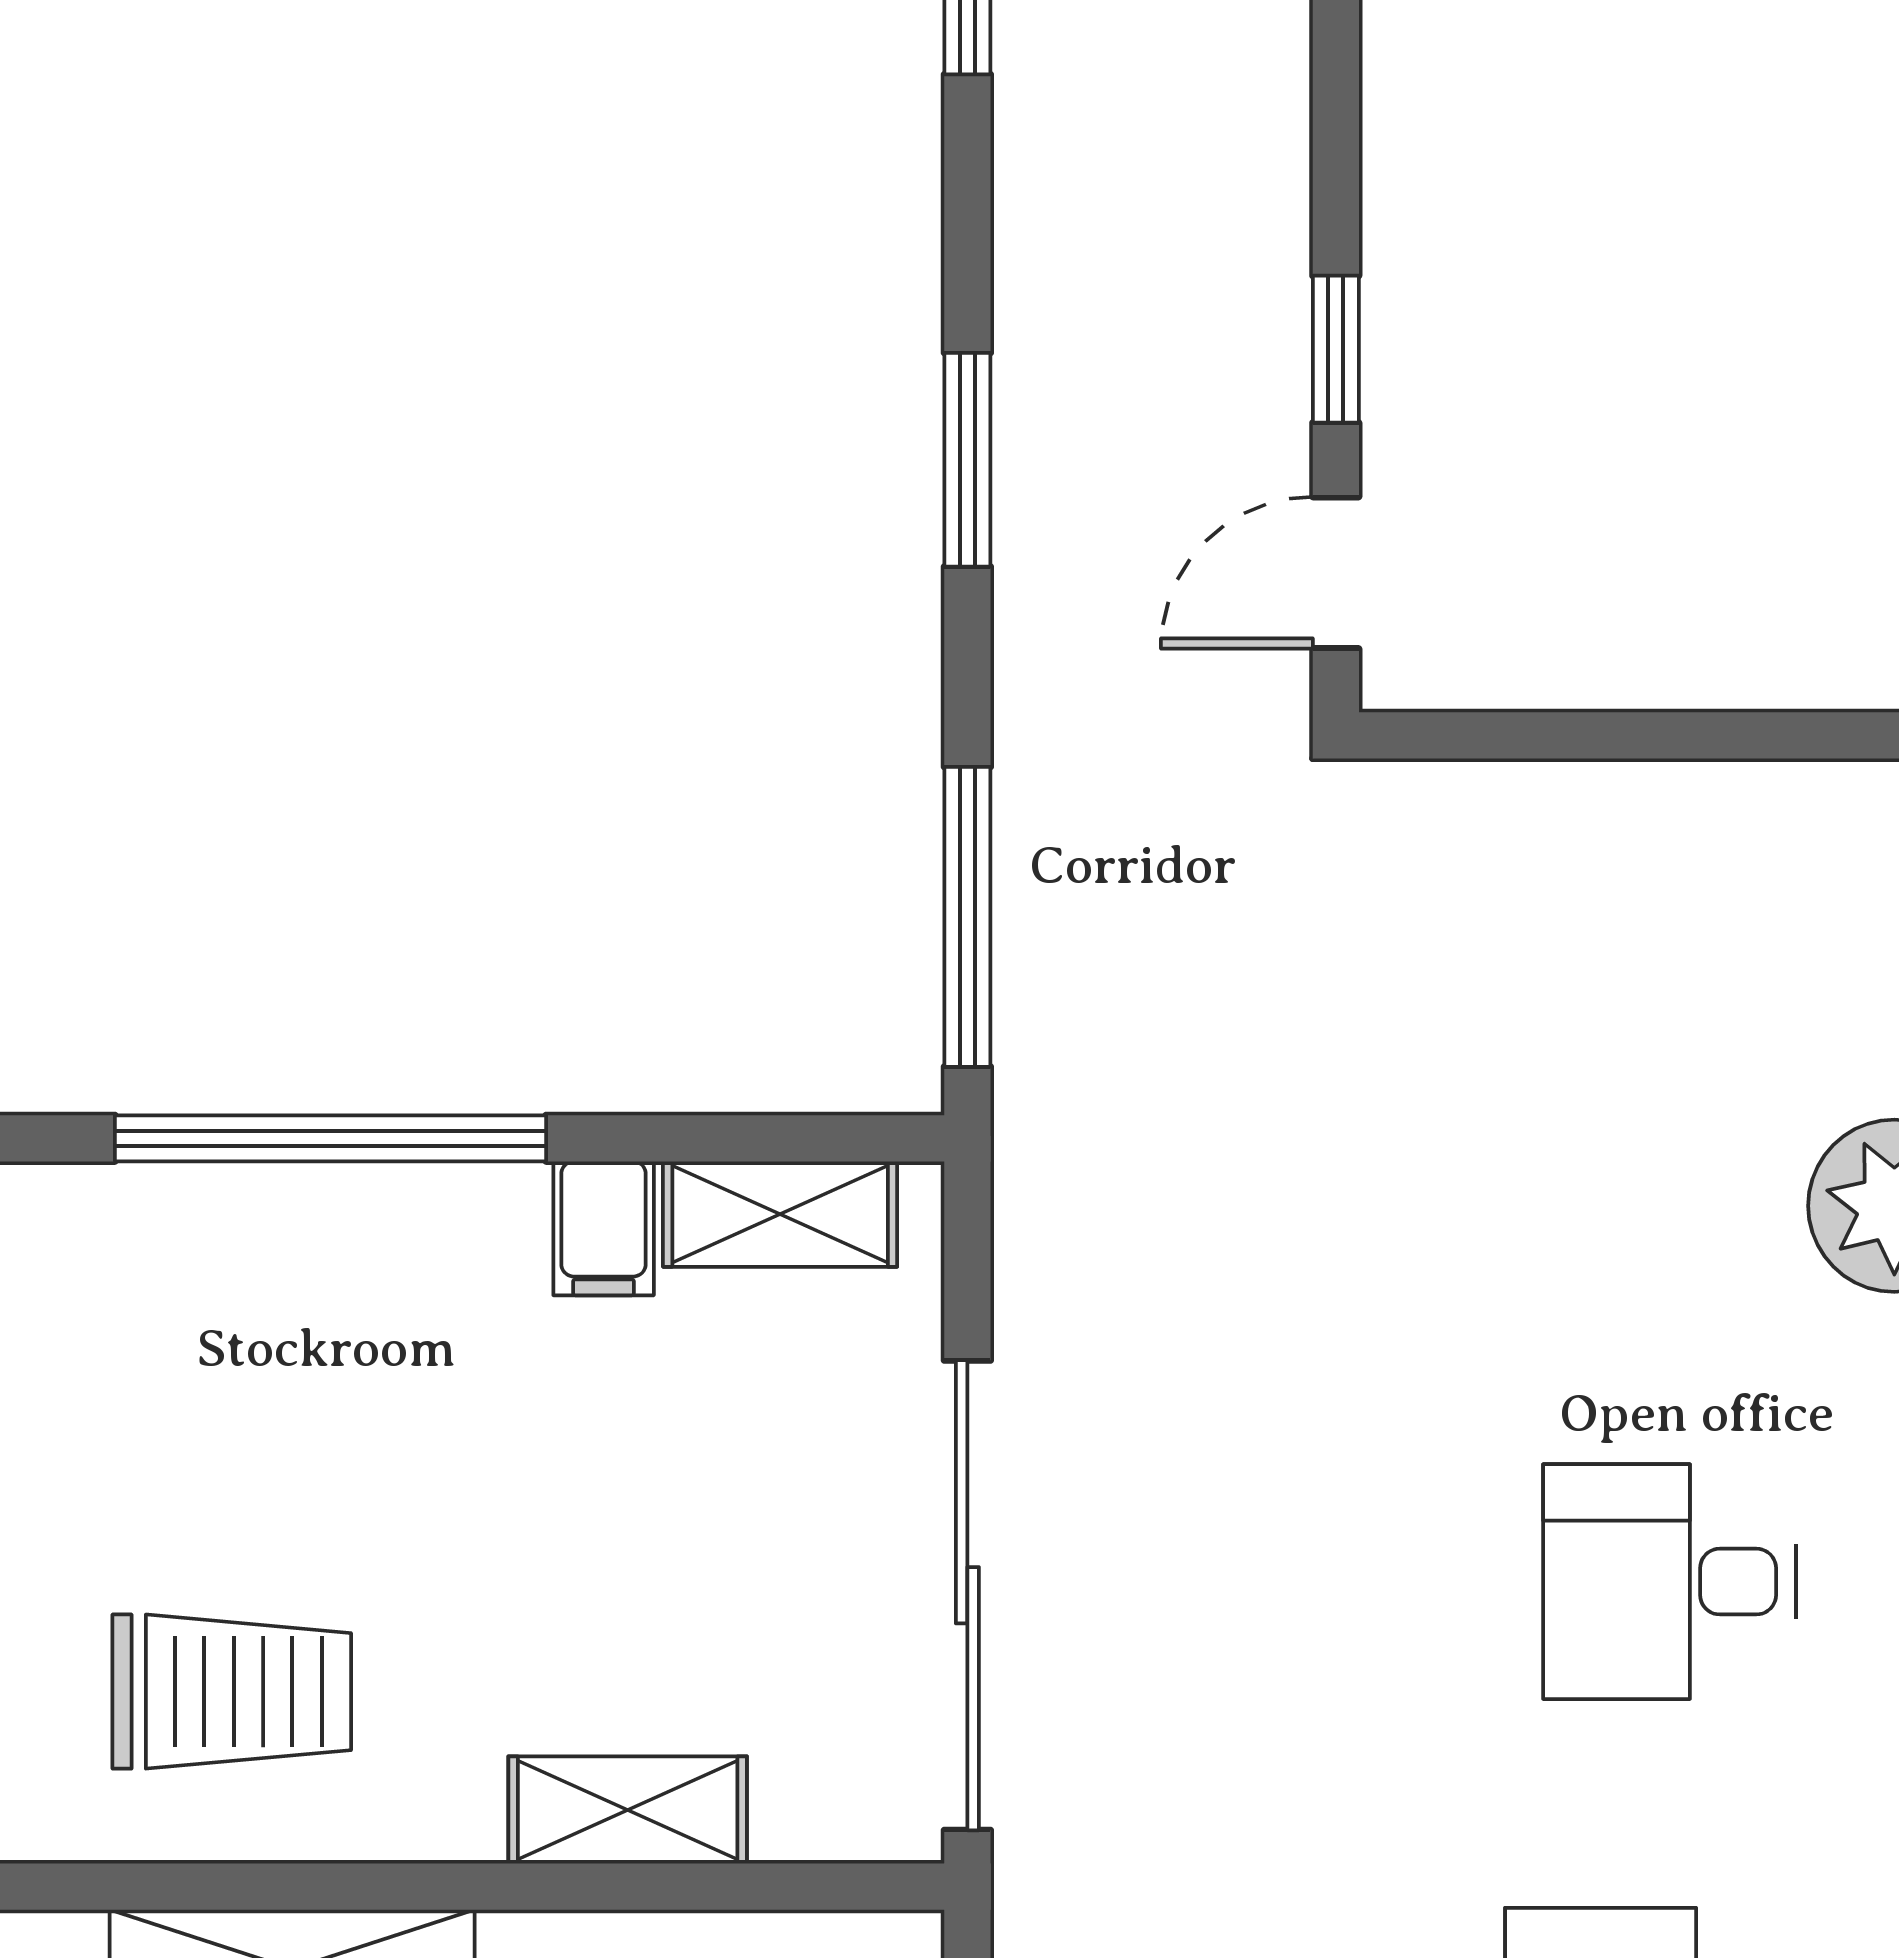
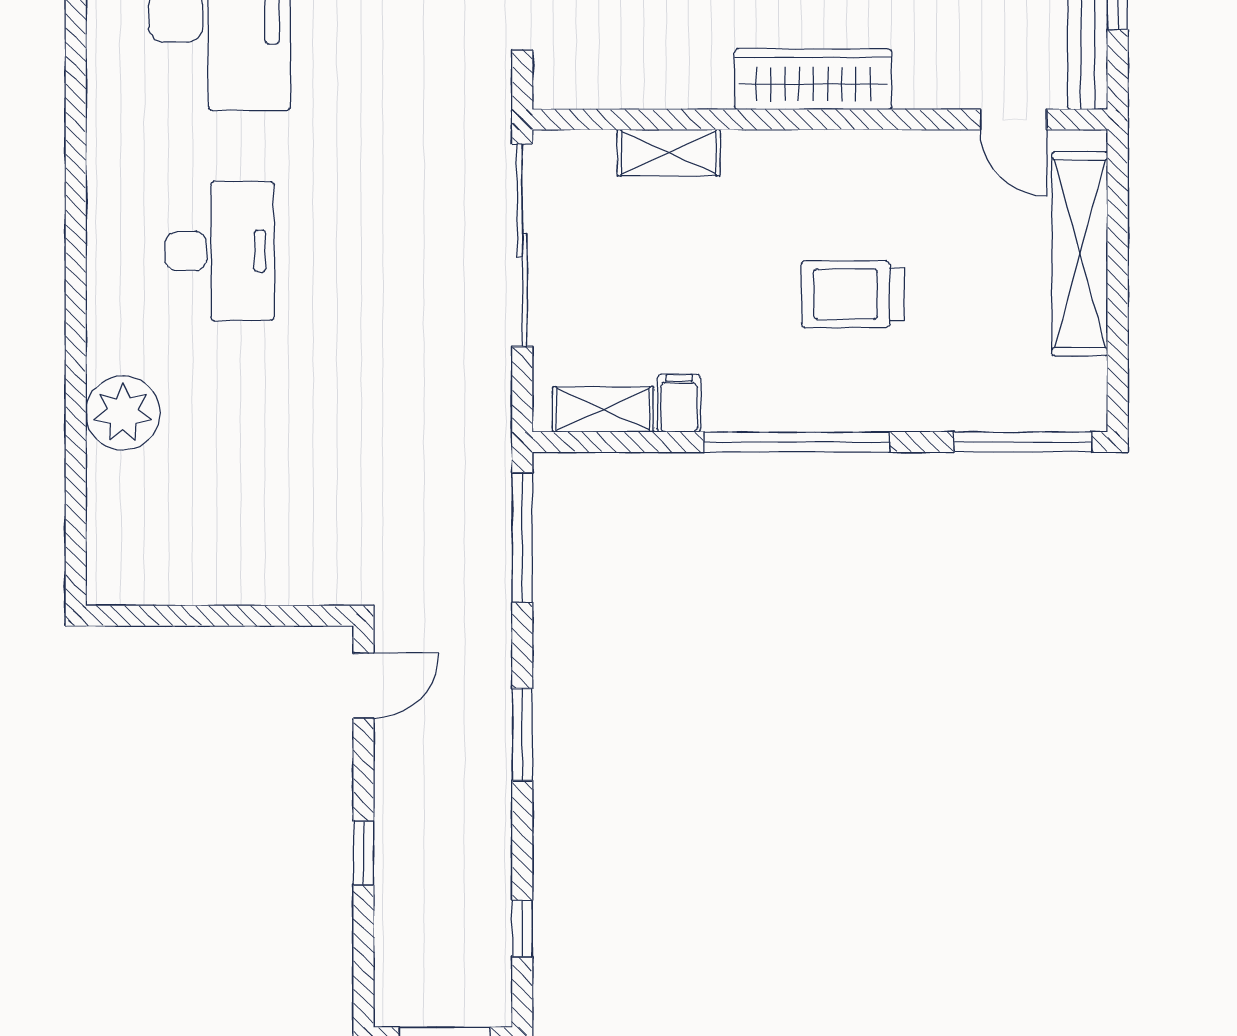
window: (1336, 349) -> (363, 853), moved
desk: (1670, 1582) -> (220, 251), width x1.37
trolley: (232, 1692) -> (853, 294), moved

